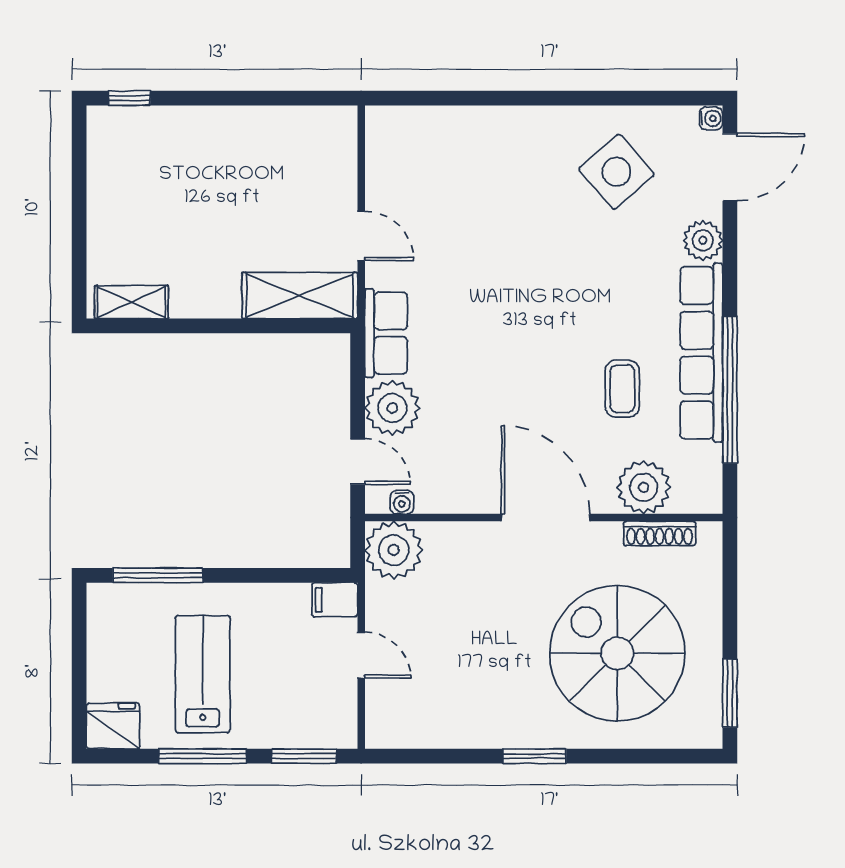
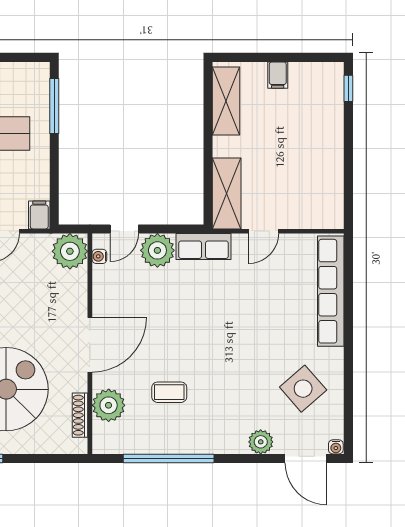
filing cabinet: (108, 213) -> (278, 75), added
shelving: (131, 302) -> (226, 101), width x1.50, depth x1.33
row of seats: (701, 353) -> (331, 291), moved, turned -90

